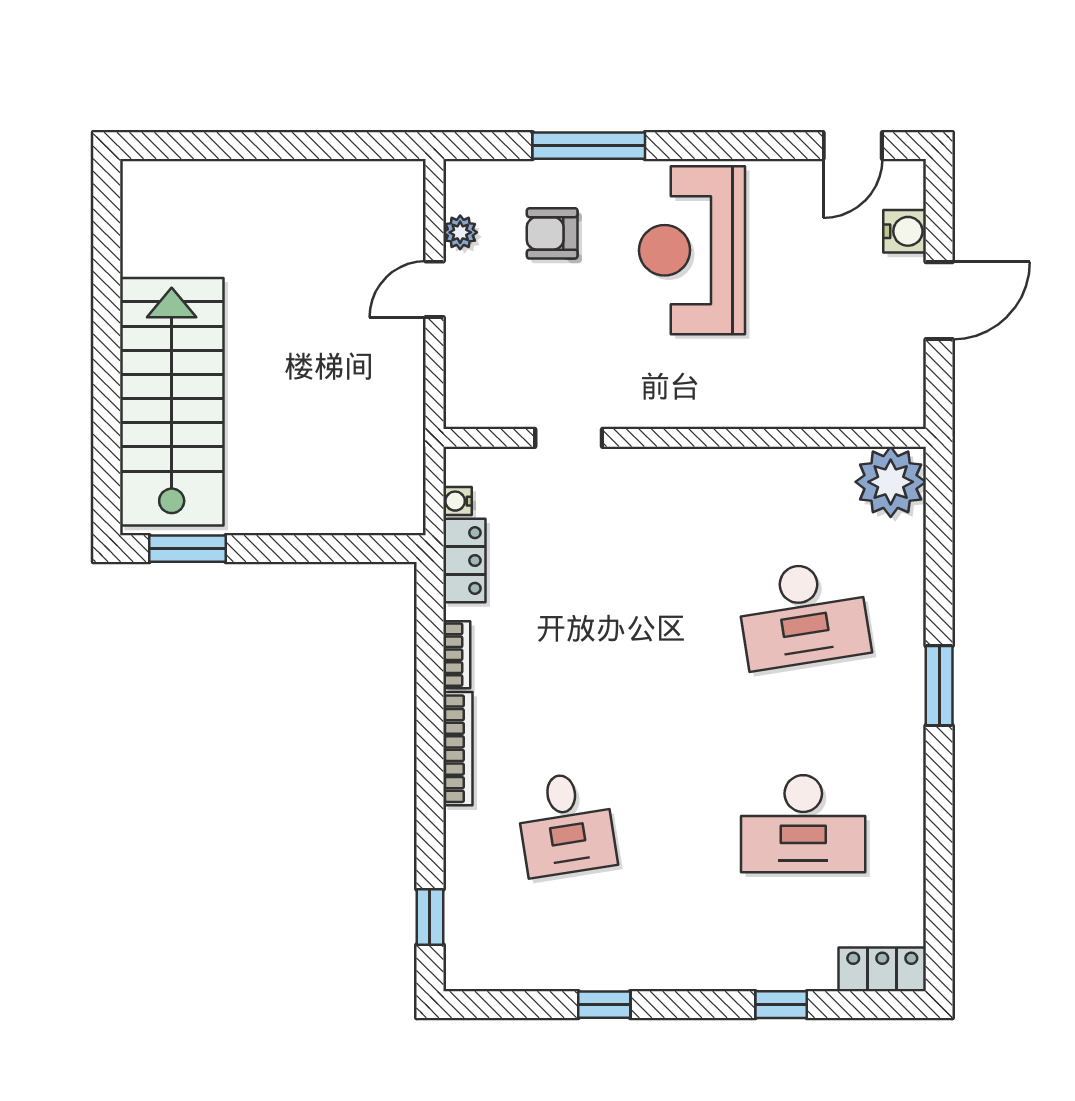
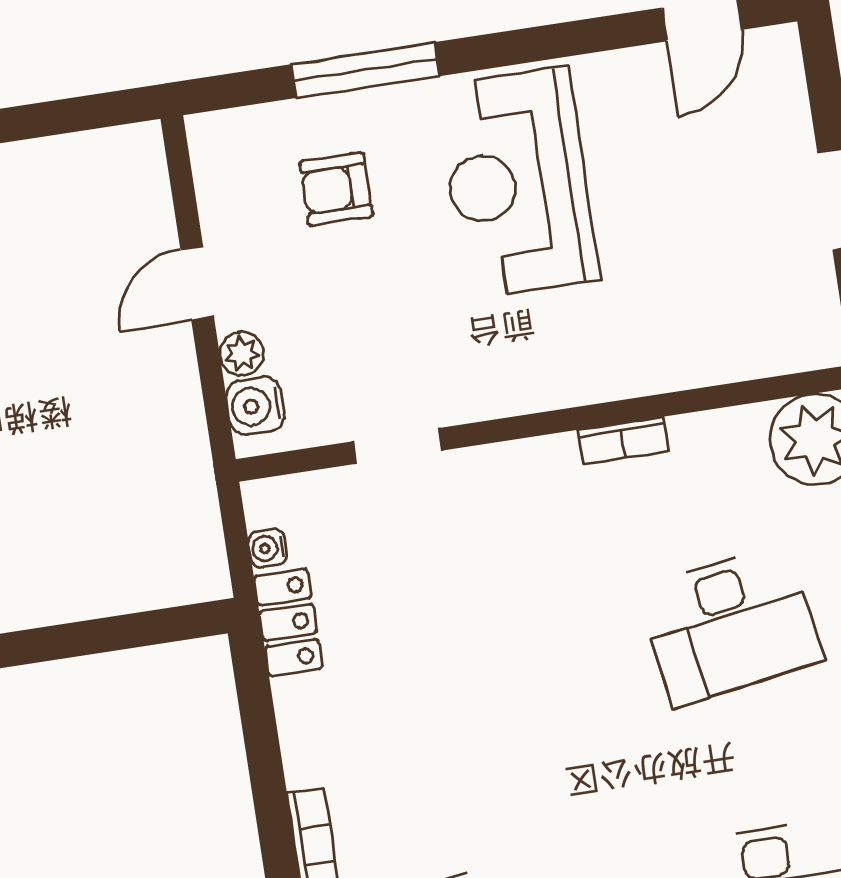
water cooler: (905, 231) -> (255, 406), moved, turned 180
plant: (460, 232) -> (242, 354), moved
bookcase: (457, 655) -> (623, 440), moved, turned 90

